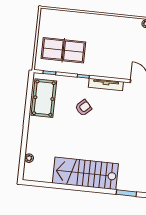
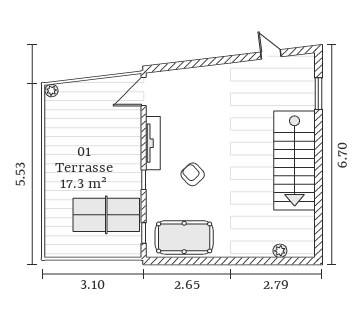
table tennis table: (63, 50) -> (106, 215), turned 90

